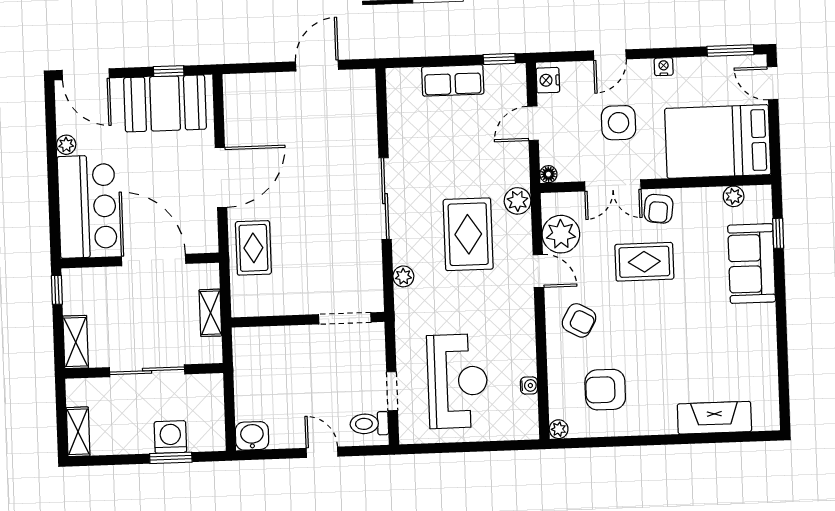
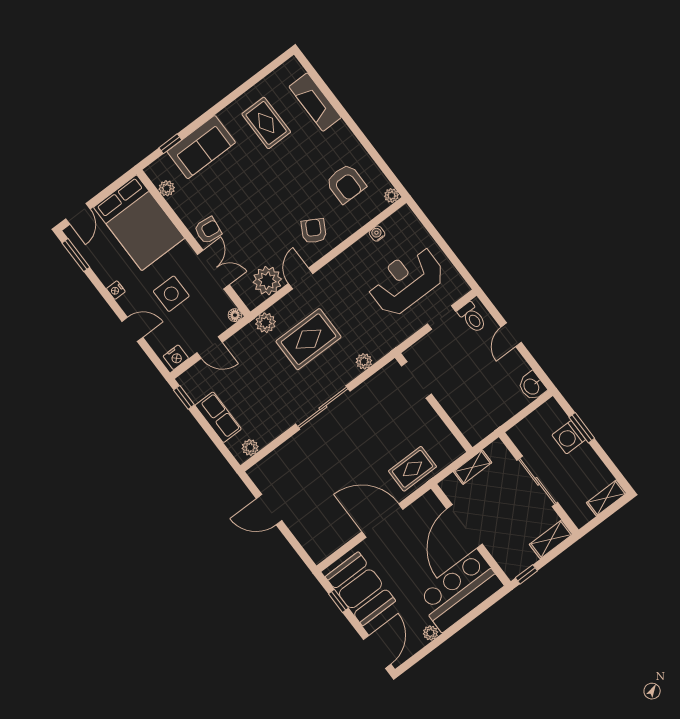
plant: (397, 92) -> (250, 447), added
rug: (644, 262) -> (266, 123), moved

